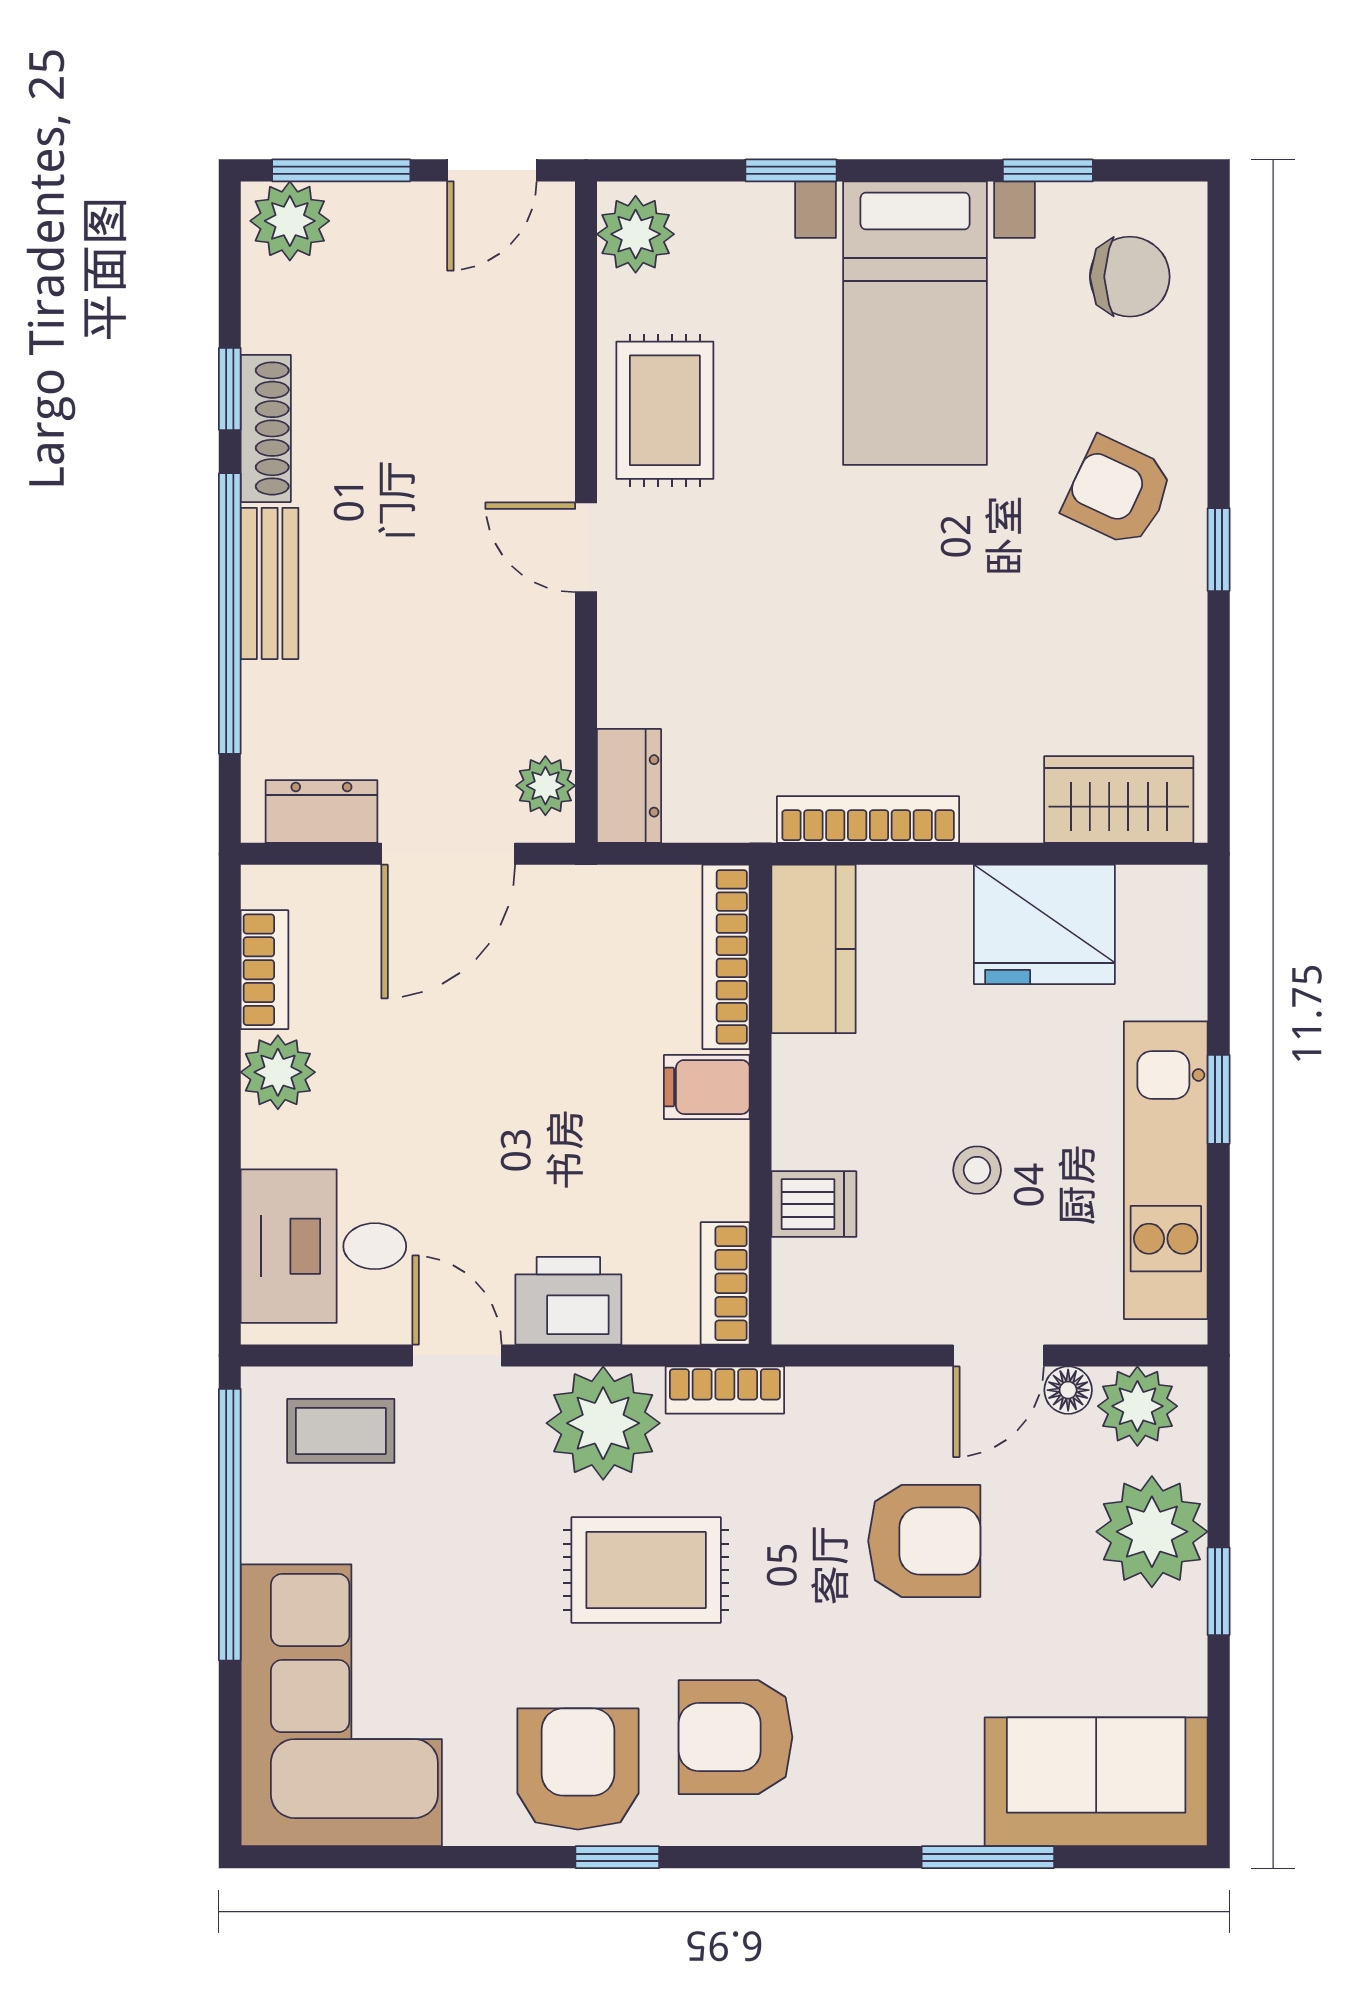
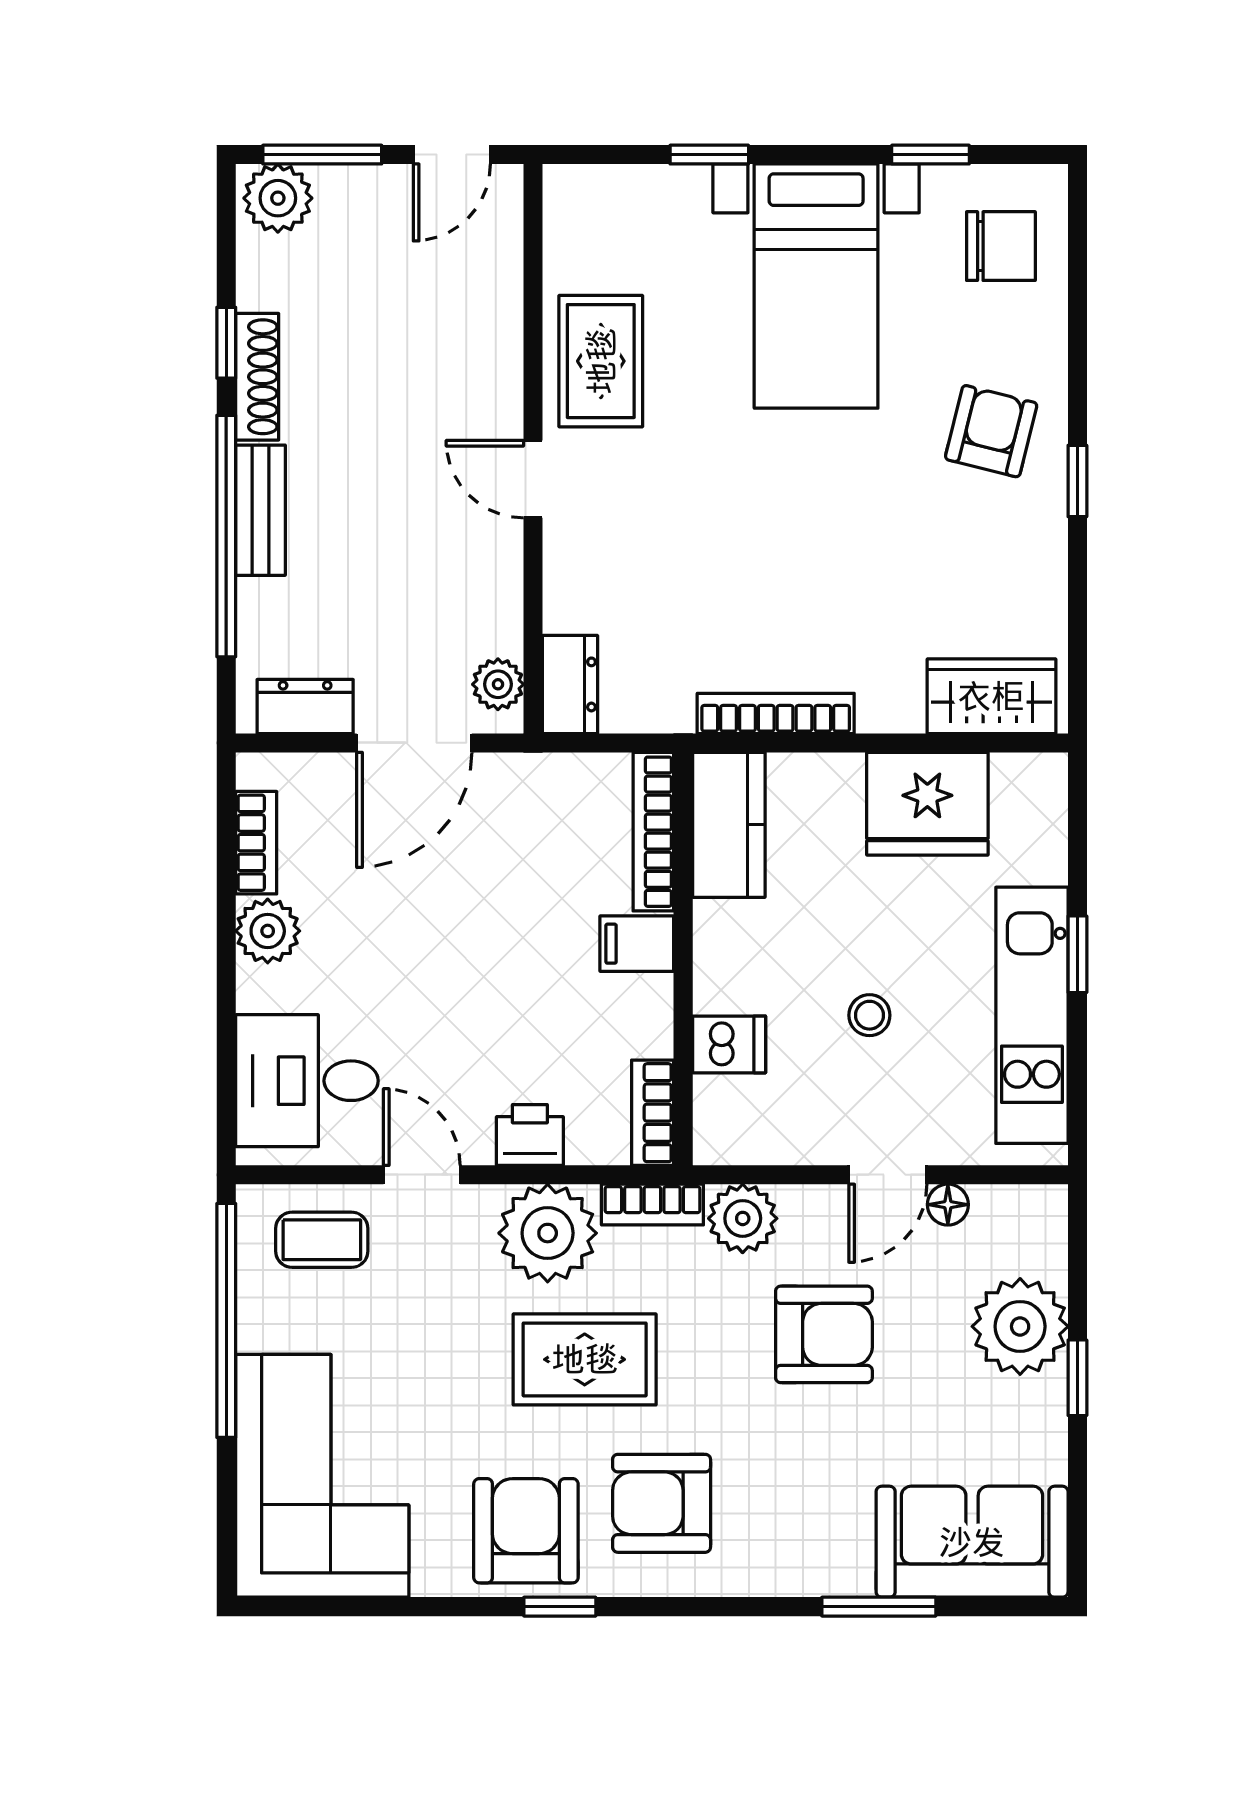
plant: (636, 234) -> (576, 210), removed
armchair: (1118, 492) -> (991, 431), turned 79
printer: (568, 1301) -> (530, 1135), width x0.73, depth x0.81
plant: (1137, 1406) -> (743, 1218), moved

